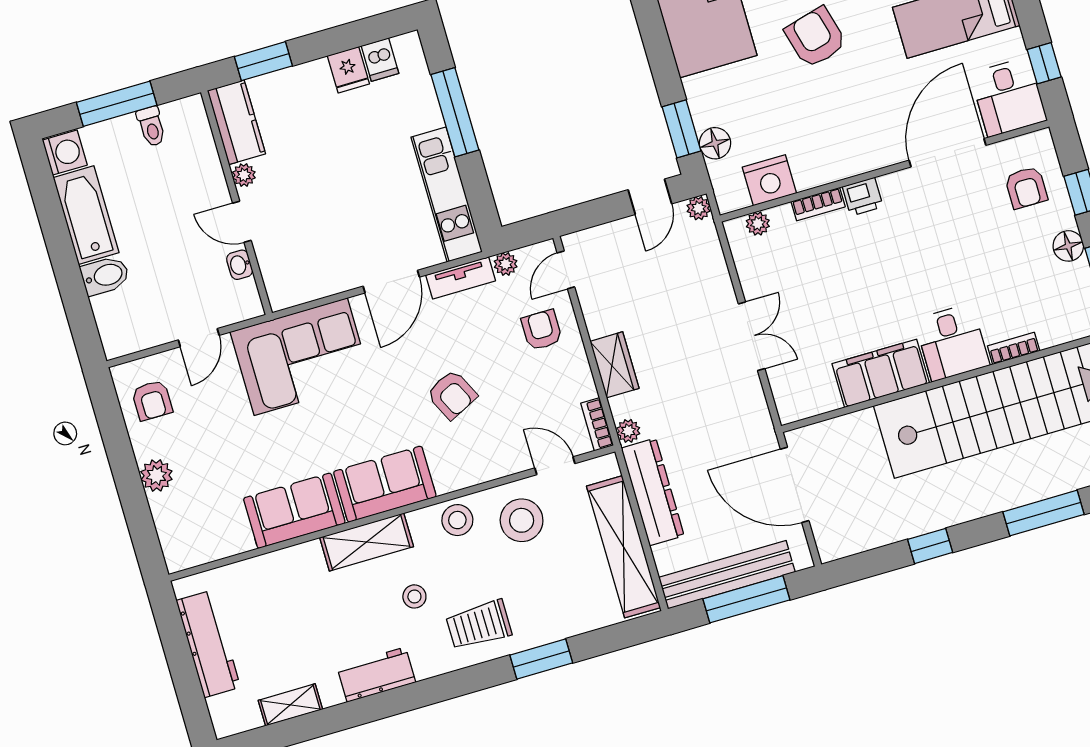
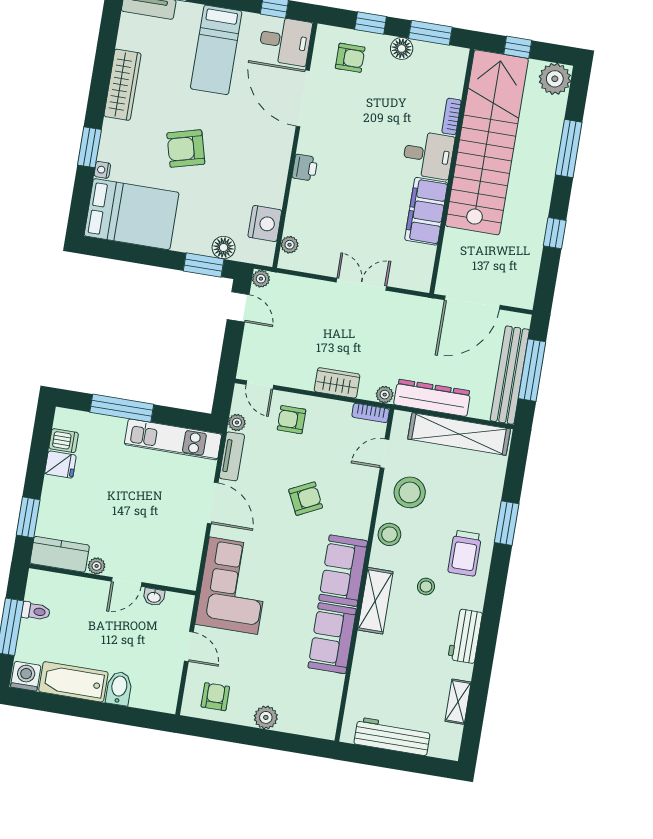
bookcase: (818, 204) -> (296, 199), removed
armchair: (152, 400) -> (215, 697), turned -90

